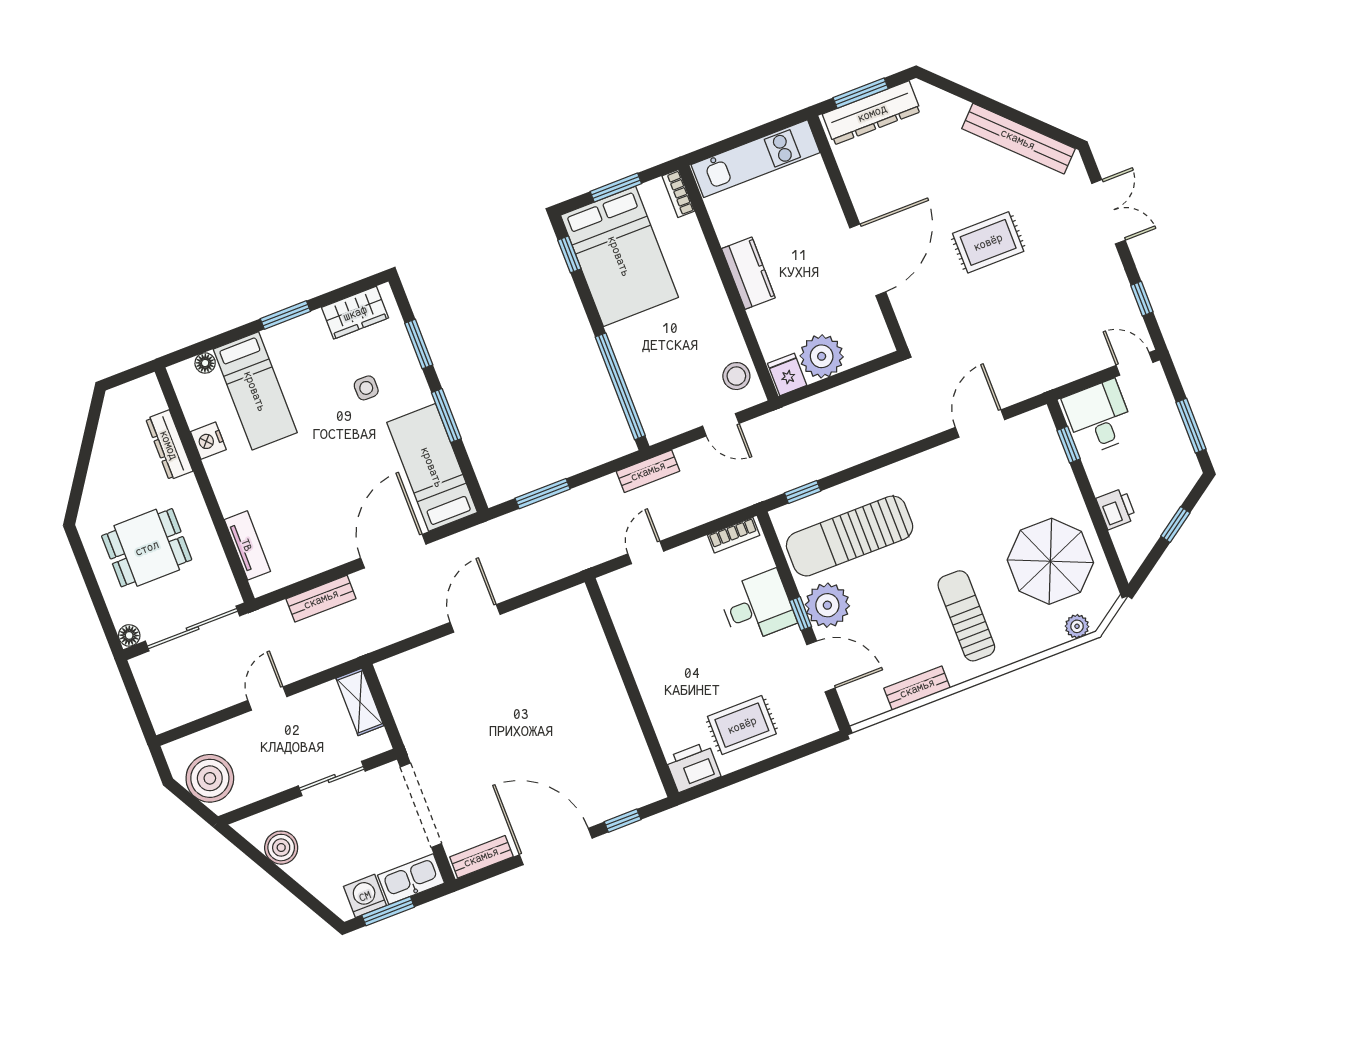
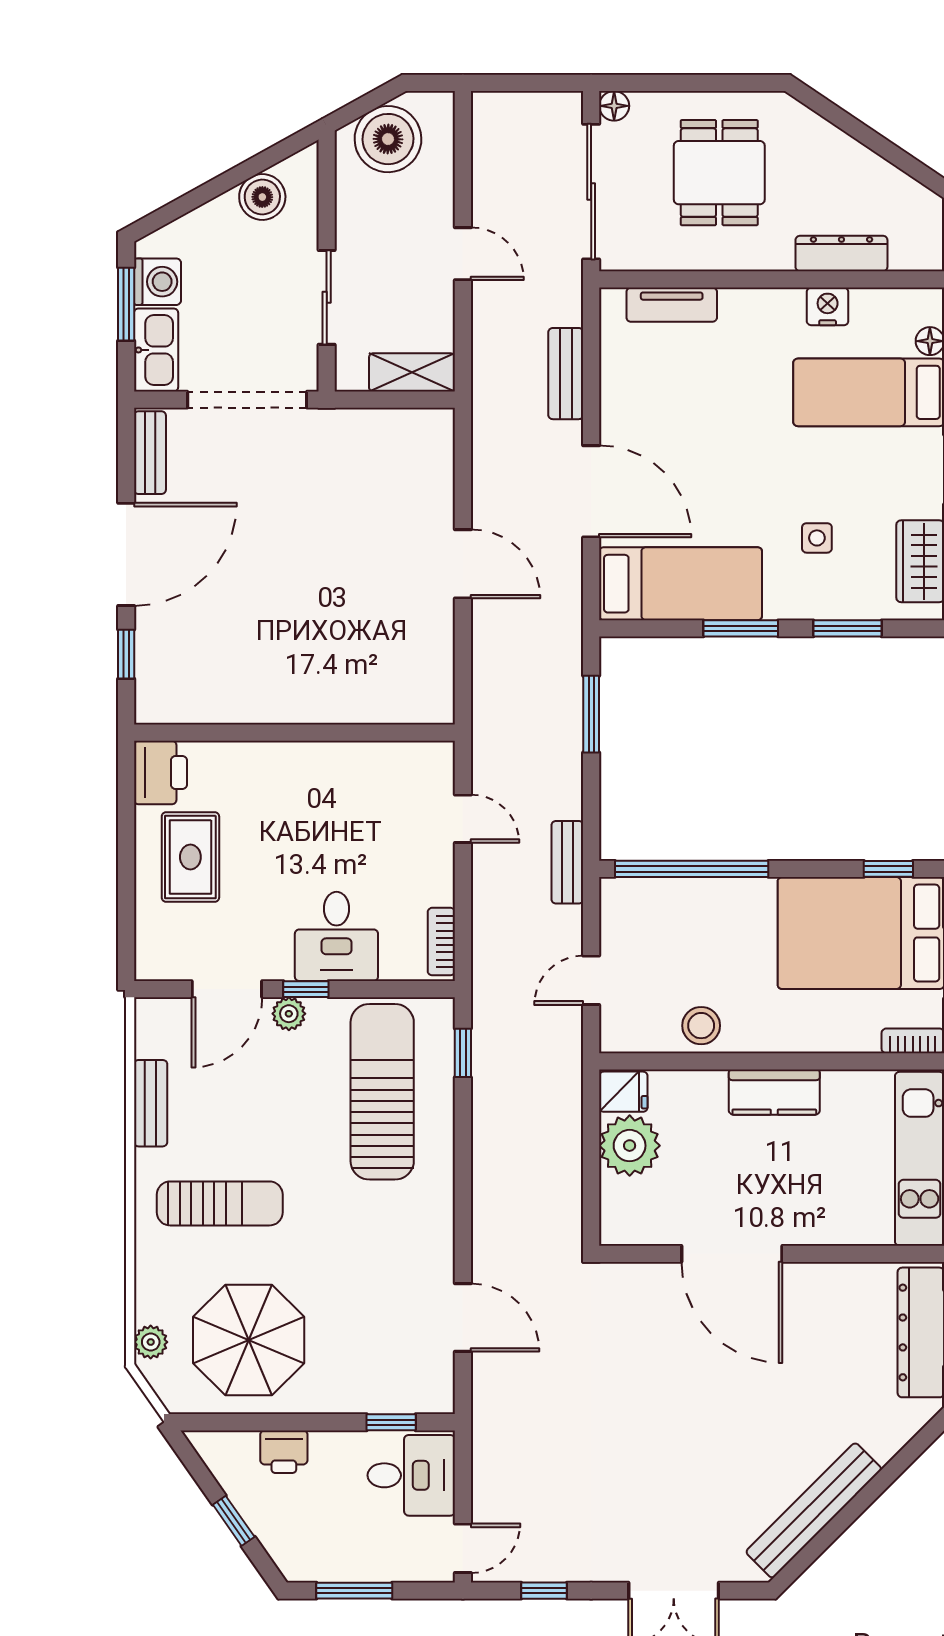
rug: (988, 242) -> (694, 1419), removed
stool: (736, 376) -> (701, 1026), moved
plant: (827, 605) -> (289, 1014), width x0.53, depth x0.53

